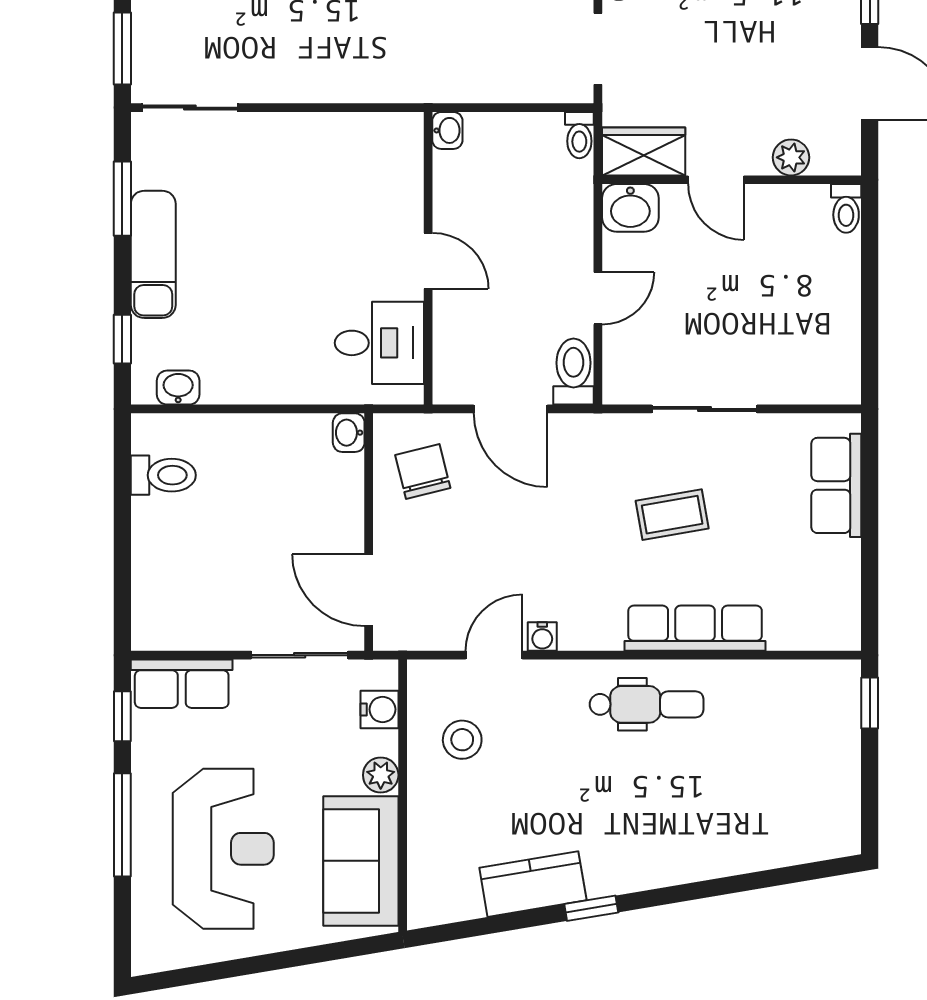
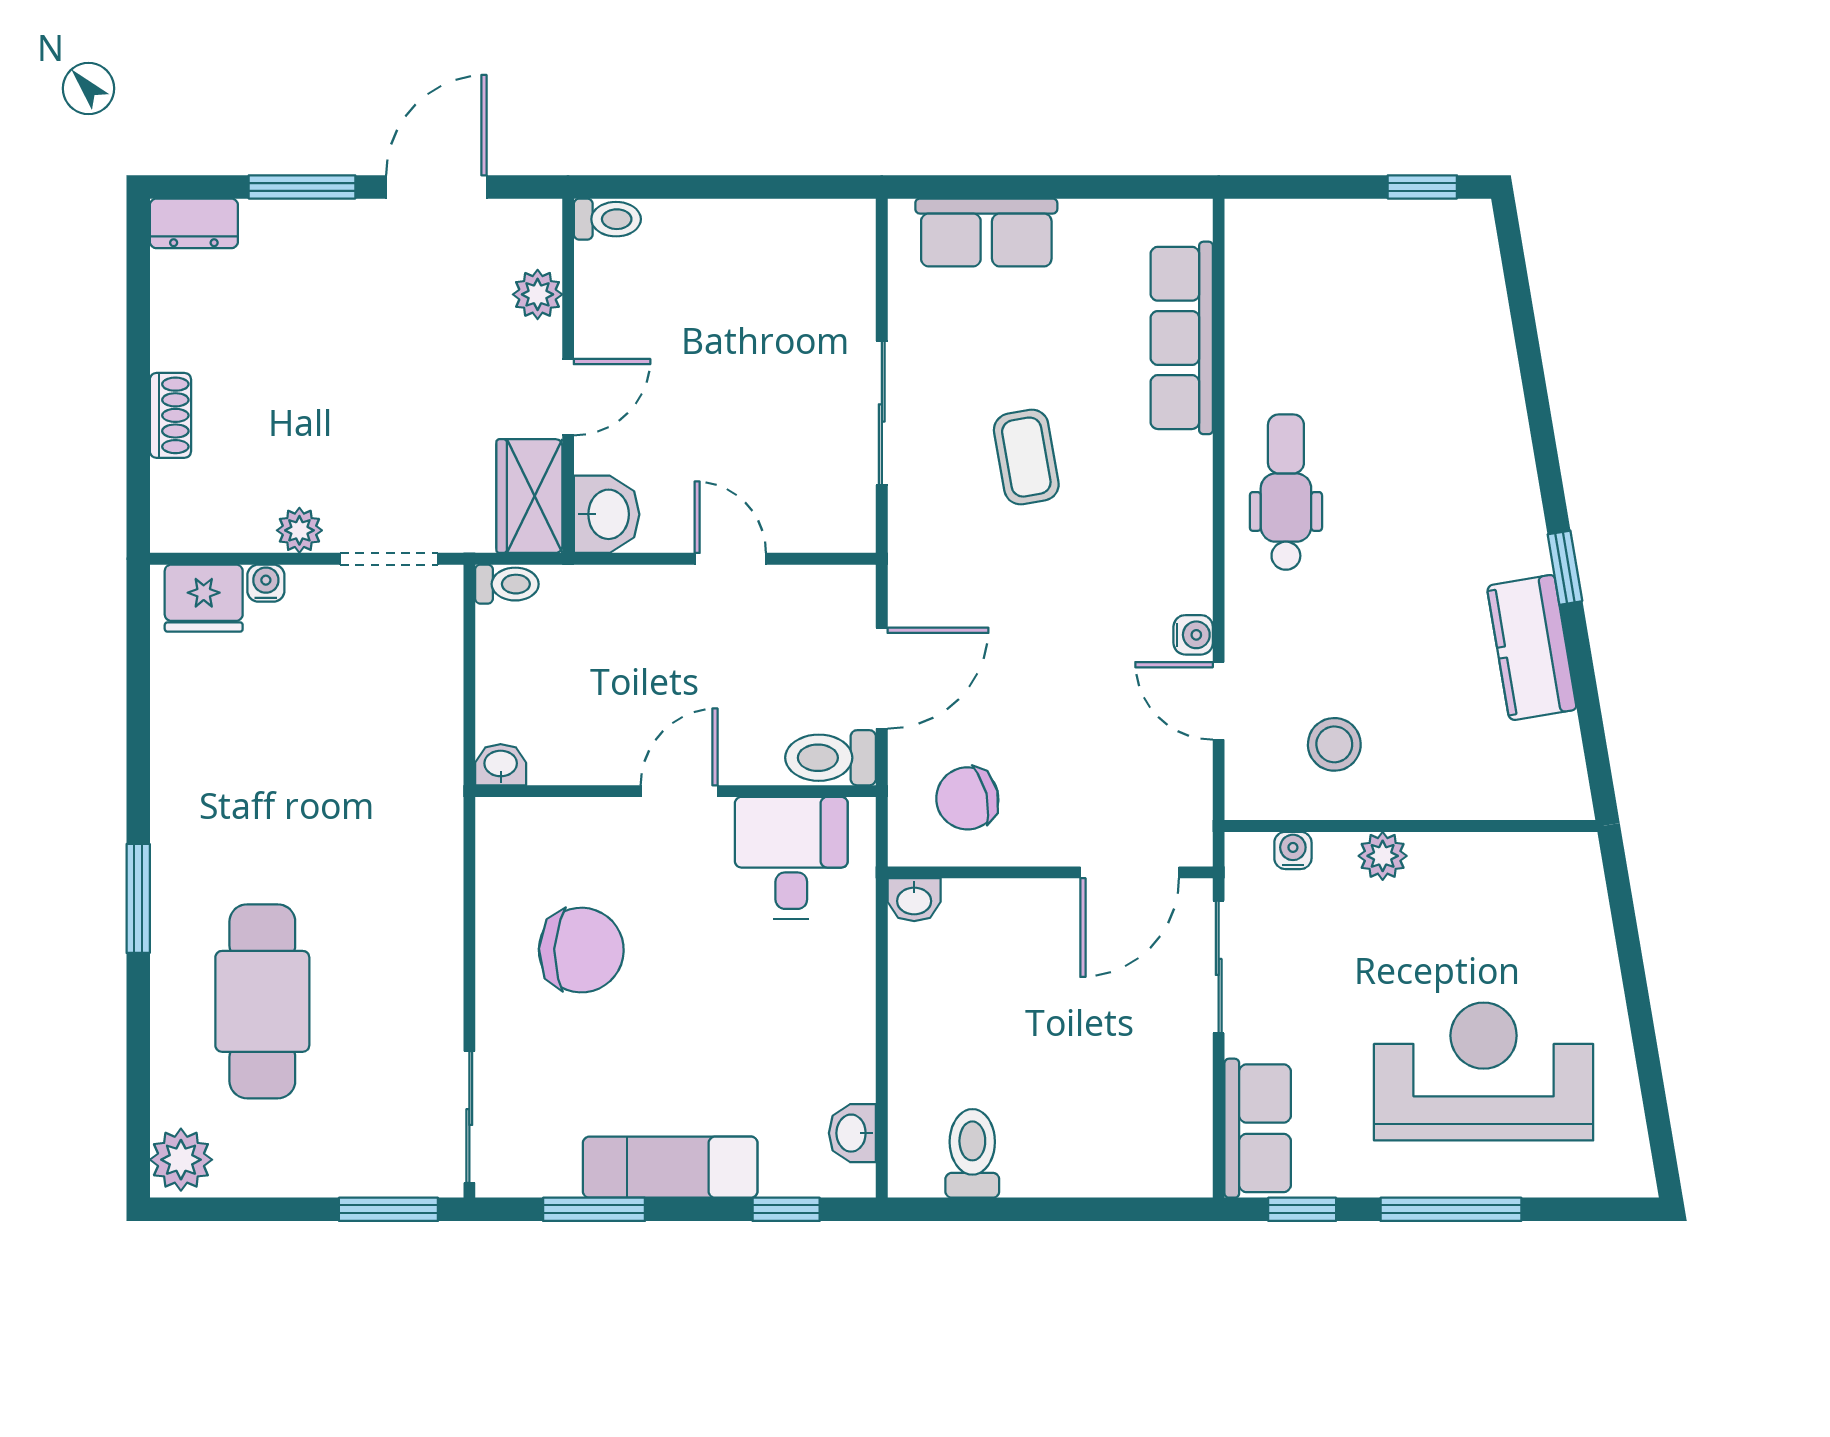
chair: (312, 189) -> (581, 950), added
toilet: (573, 372) -> (831, 758), moved
row of seats: (695, 628) -> (1182, 338), moved
window: (870, 703) -> (1422, 187), moved
water cooler: (379, 709) -> (1293, 850), width x0.72, depth x0.72
sofa: (361, 861) -> (1500, 883), removed

